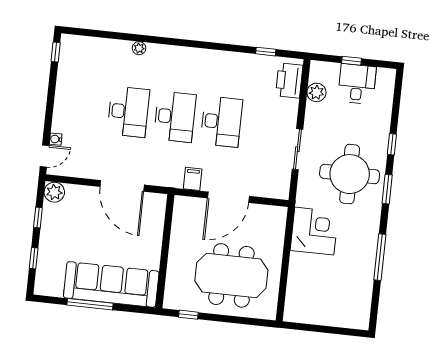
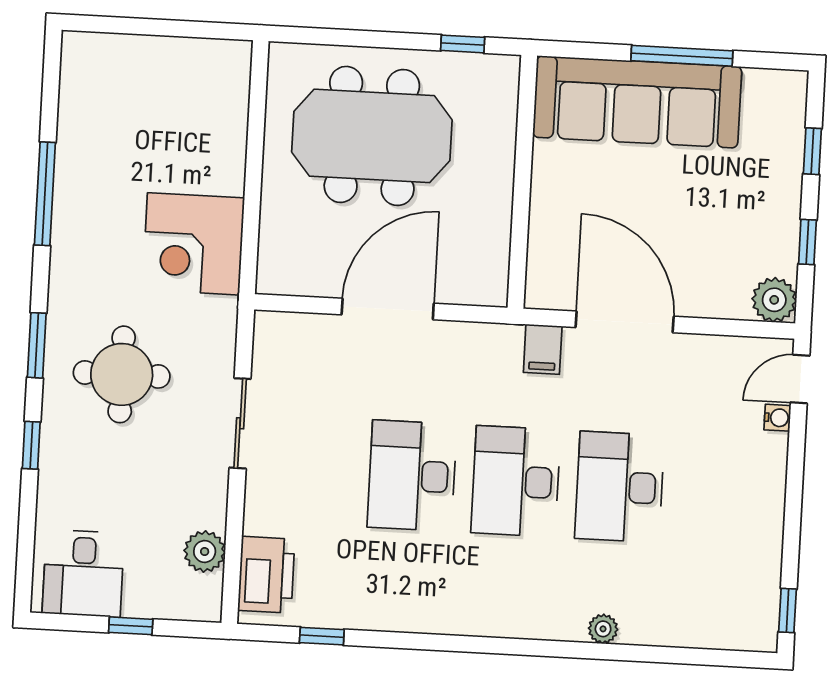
desk: (357, 84) -> (83, 573), moved
round table: (350, 174) -> (122, 374), width x0.73, depth x0.73
filing cabinet: (193, 179) -> (543, 349), moved

